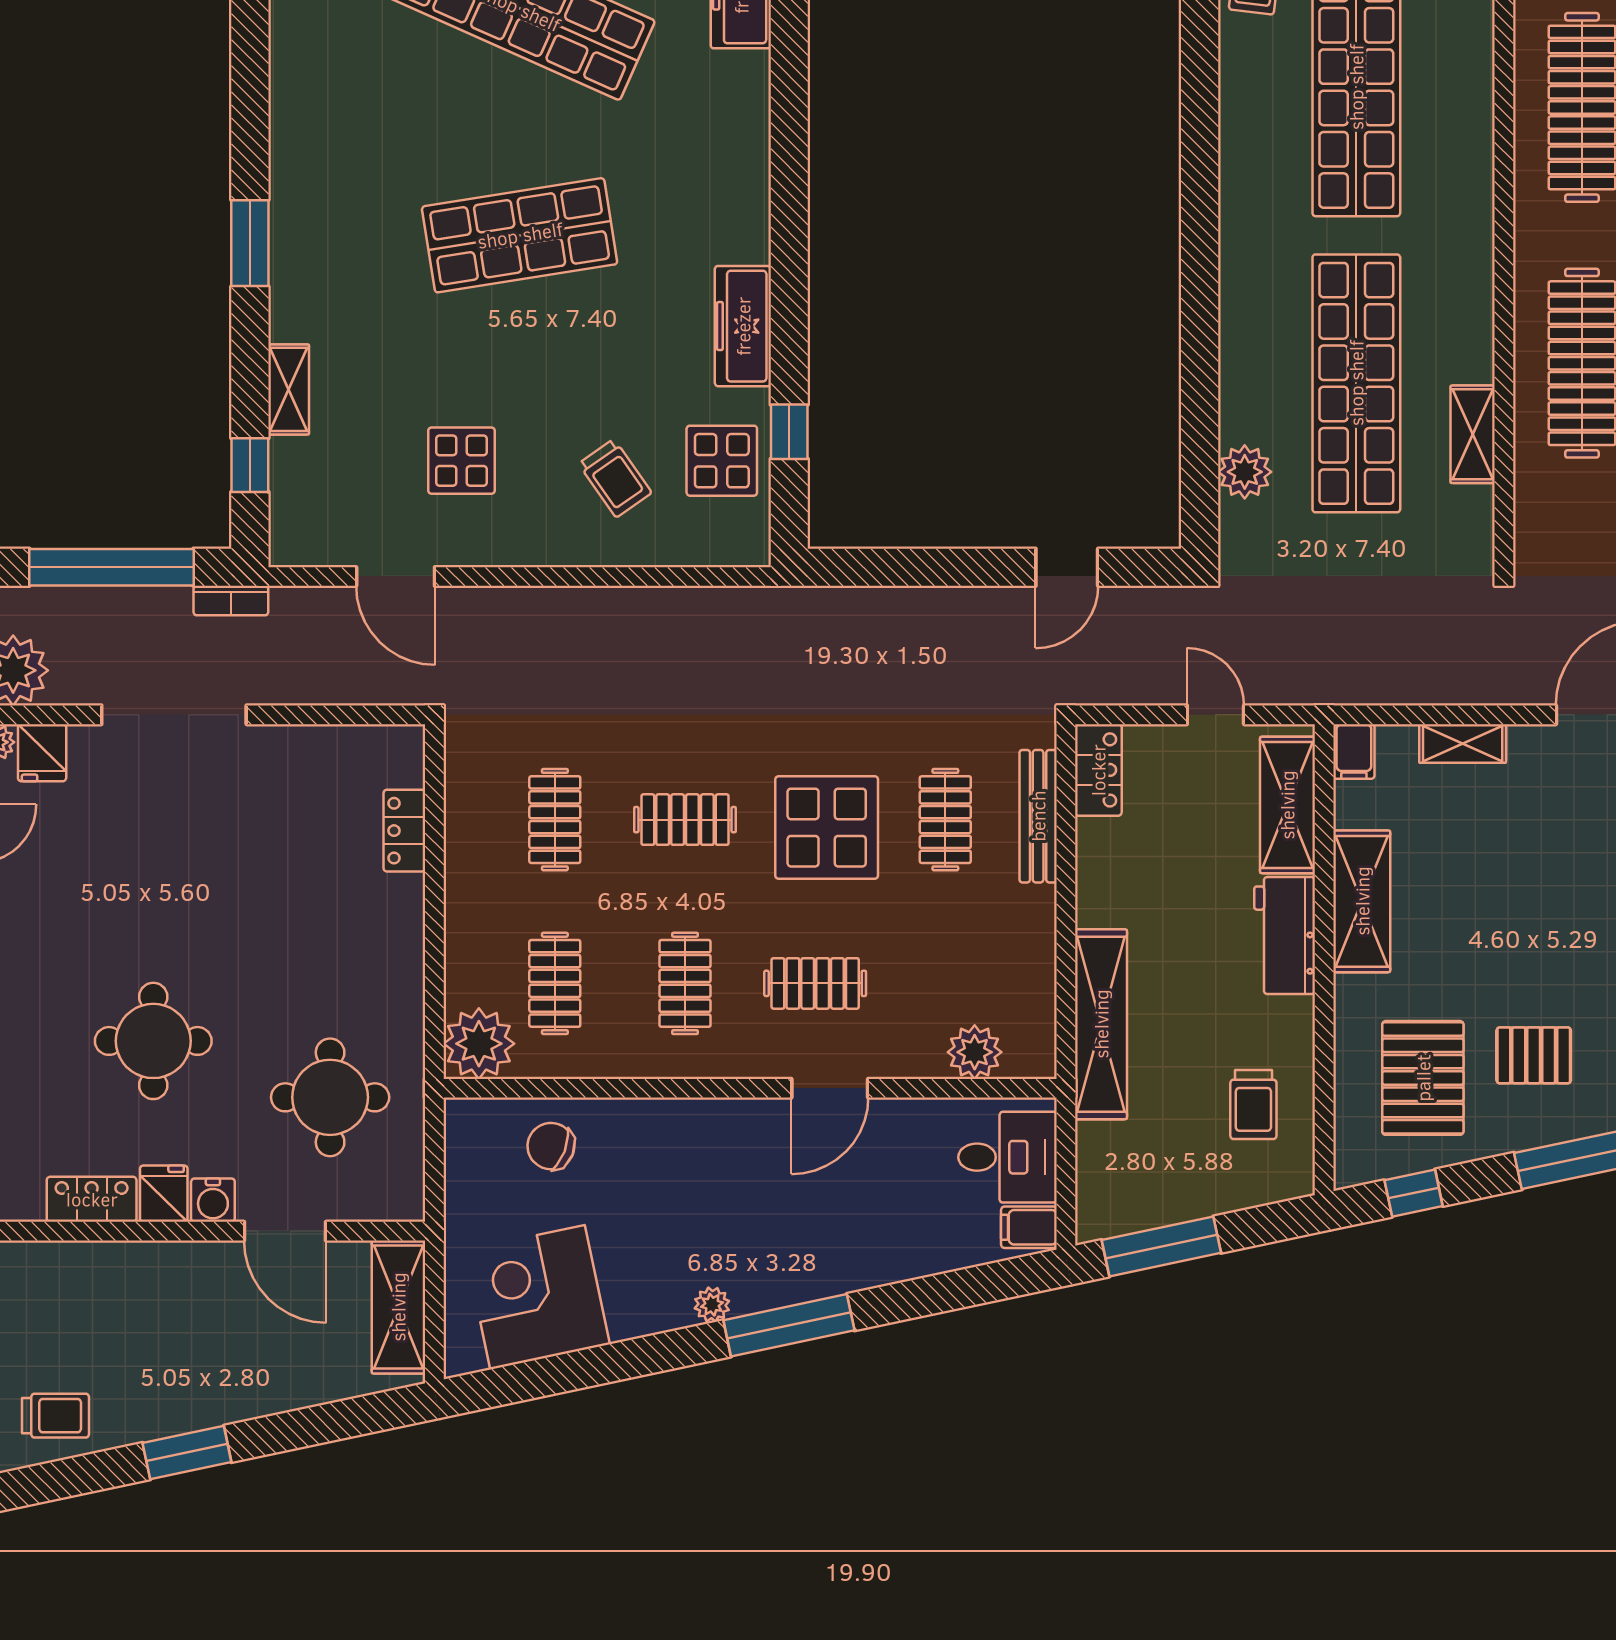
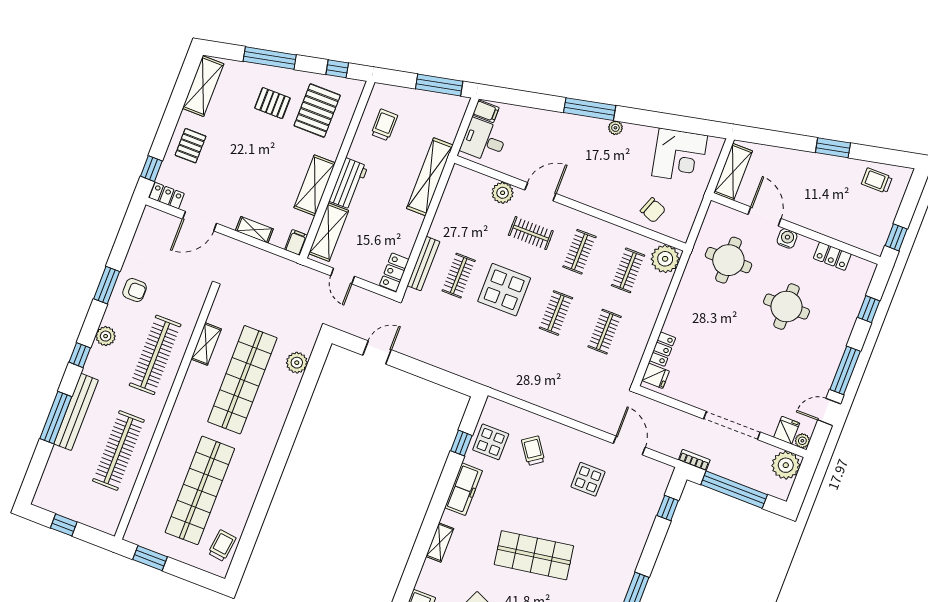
shelving: (289, 389) -> (440, 542), moved
clothes rail: (685, 820) -> (556, 313), turned 90
plant: (975, 1052) -> (503, 193), moved
fridge: (164, 1194) -> (655, 376), moved, turned -90

